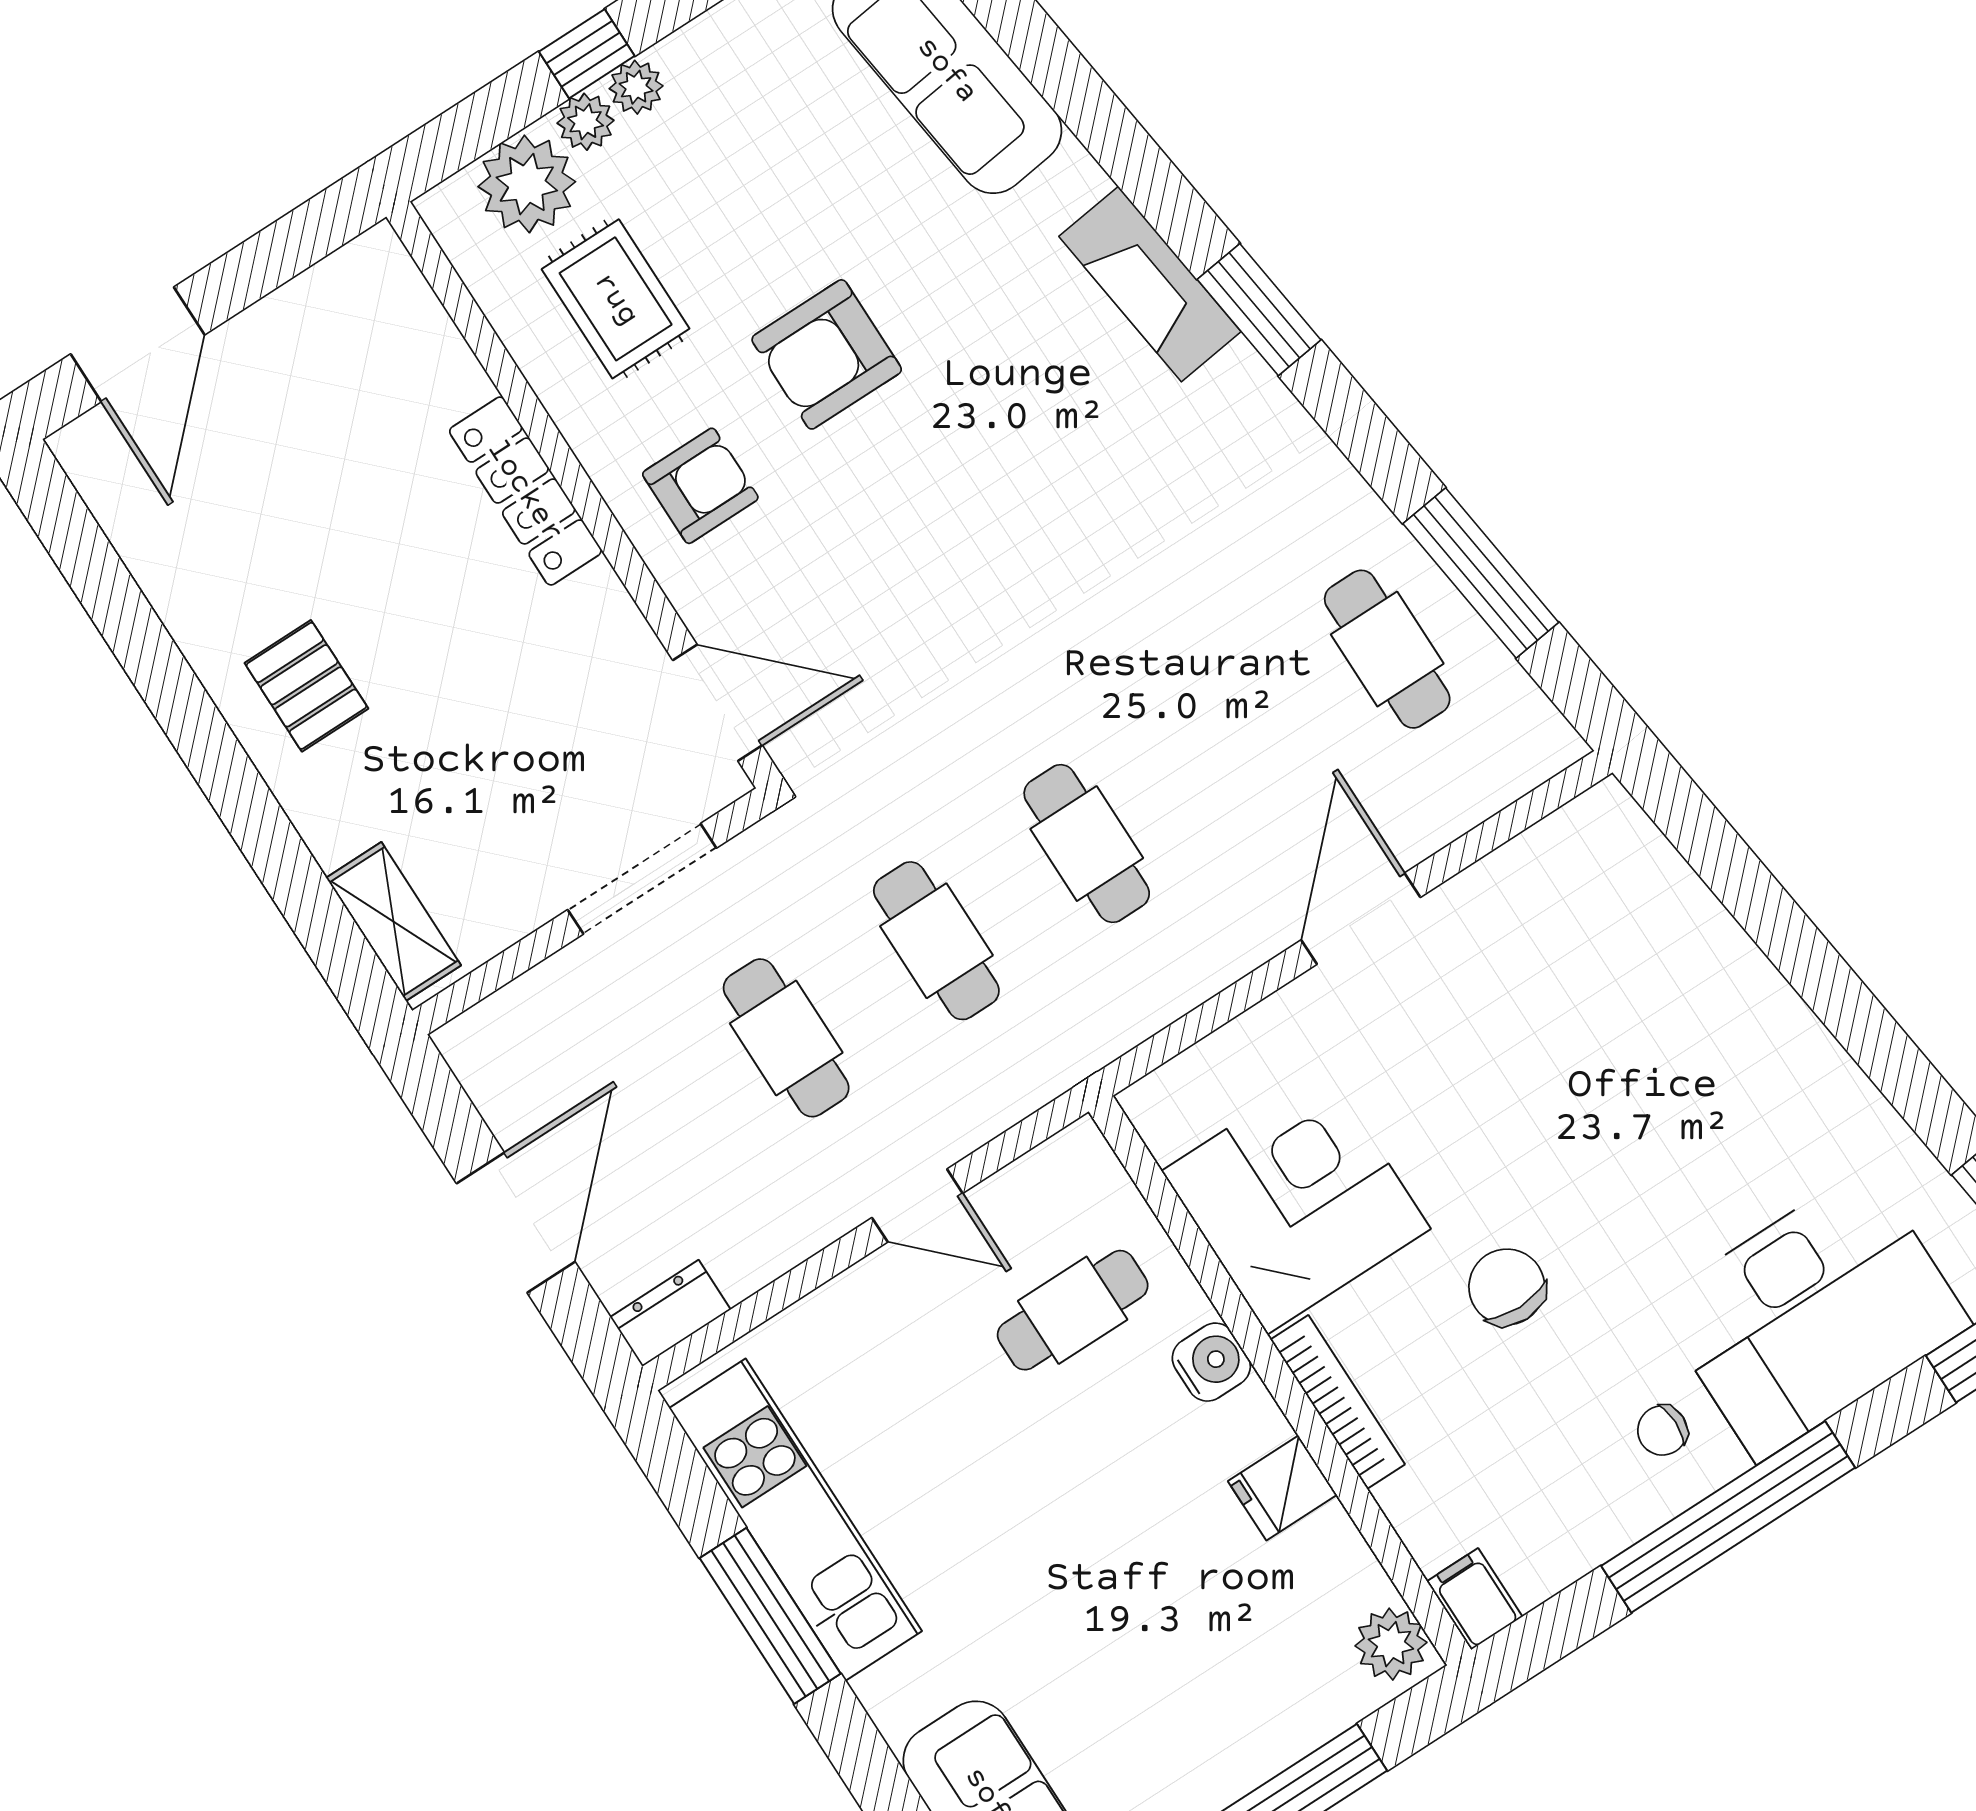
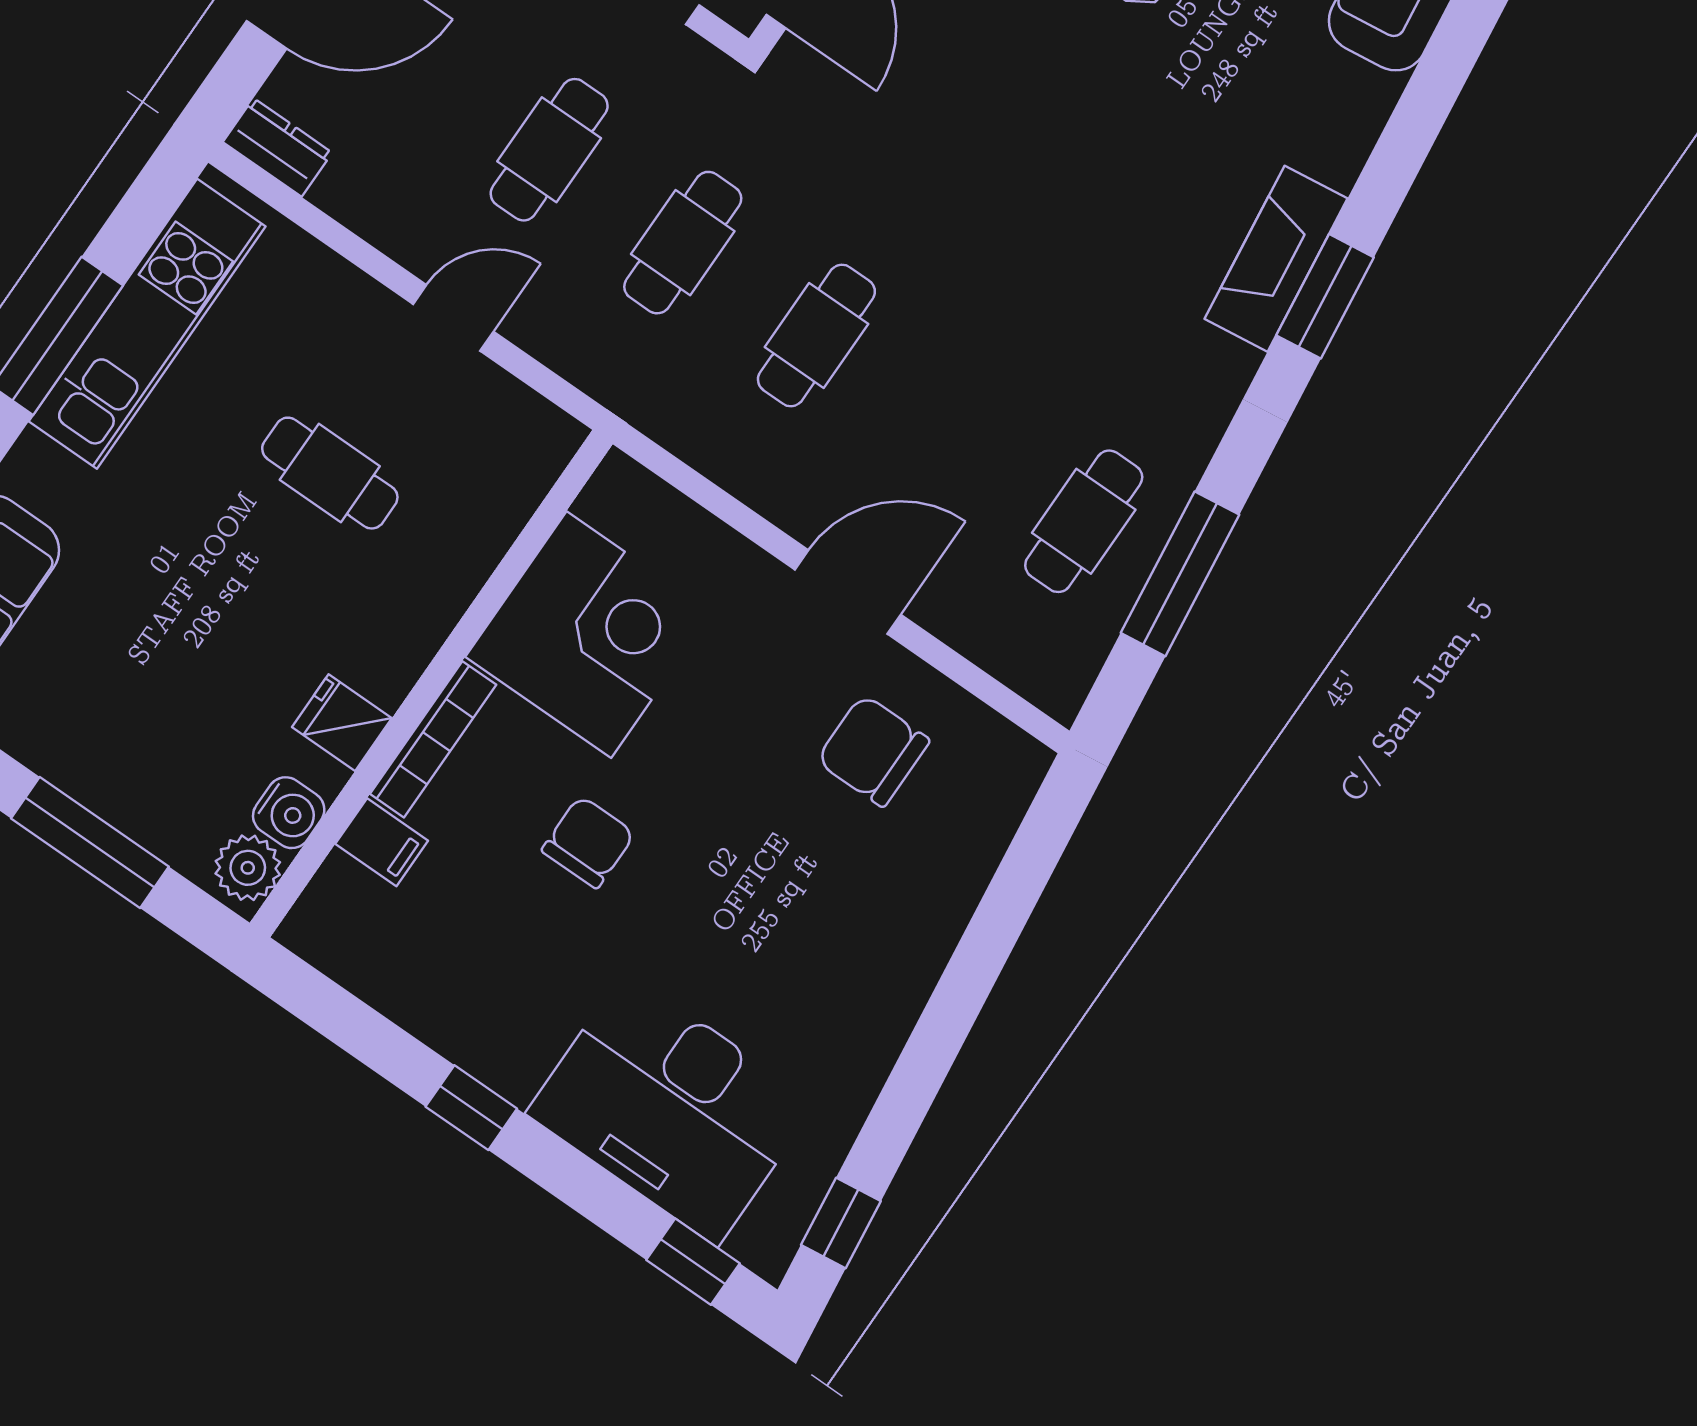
fireplace: (1150, 284) -> (1276, 259), moved
door: (917, 1206) -> (453, 318), swing flipped
cafe table: (1073, 1310) -> (330, 473), moved
water cooler: (1211, 1362) -> (289, 813), moved
chair: (1662, 1430) -> (873, 751), moved, width x1.87, depth x1.87
window: (1728, 1517) -> (471, 1108), width x0.32
filing cabinet: (1475, 1599) -> (382, 842), moved, turned 90

